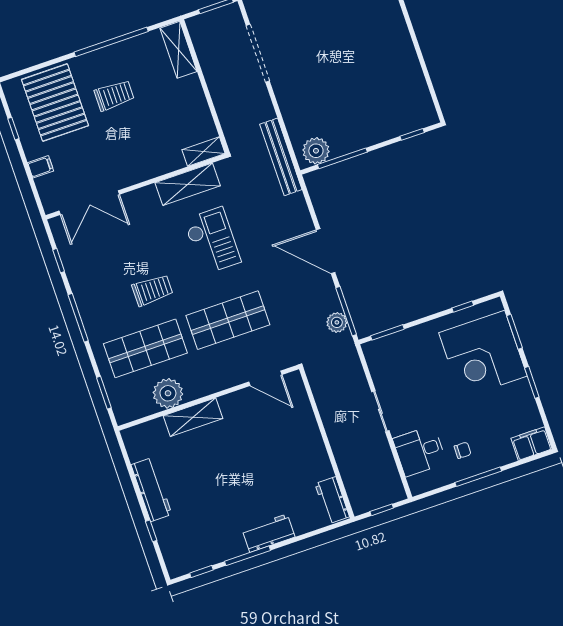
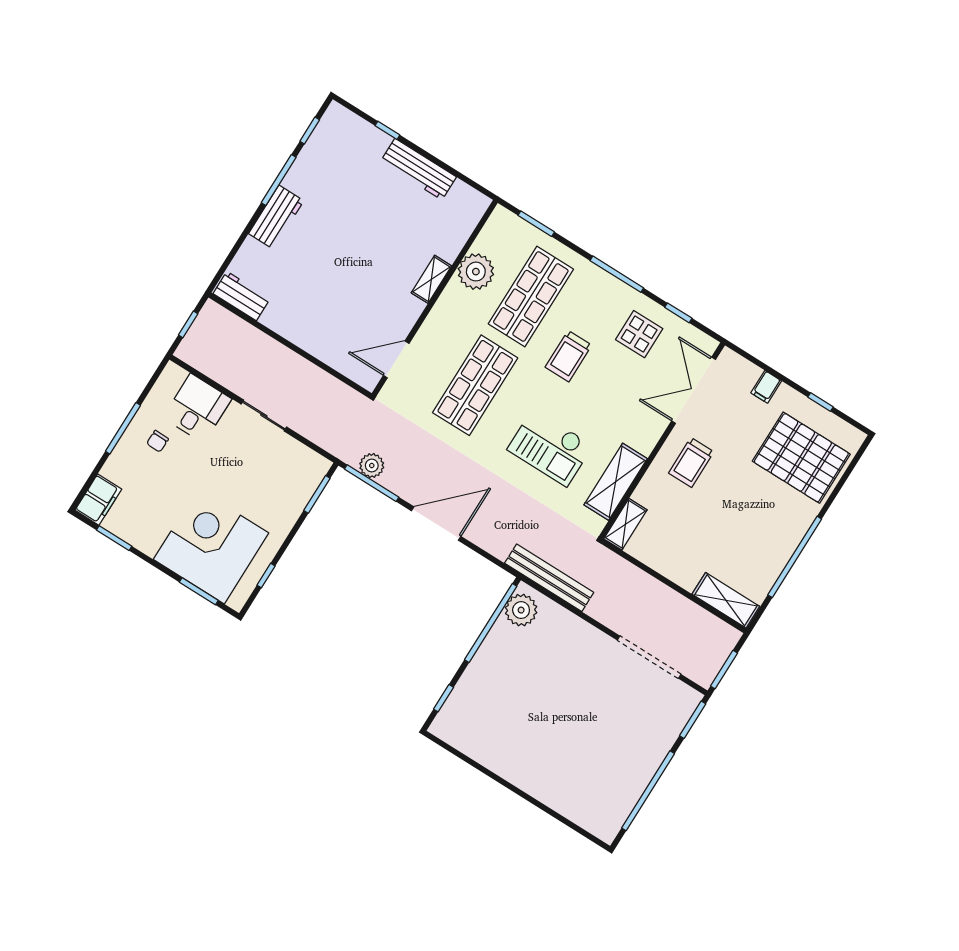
trolley: (114, 95) -> (691, 462), moved
window: (342, 158) -> (491, 623), width x1.46
display table: (95, 267) -> (639, 334), added
window: (532, 382) -> (114, 538), moved
shelving: (193, 417) -> (431, 279), width x0.67, depth x0.75

